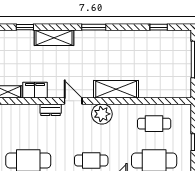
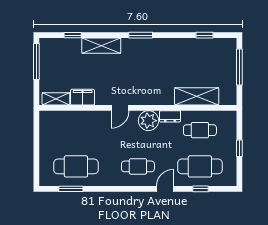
shelving: (116, 89) -> (197, 96), moved
door: (73, 101) -> (120, 108), swing flipped
dresser: (51, 110) -> (170, 116), moved

